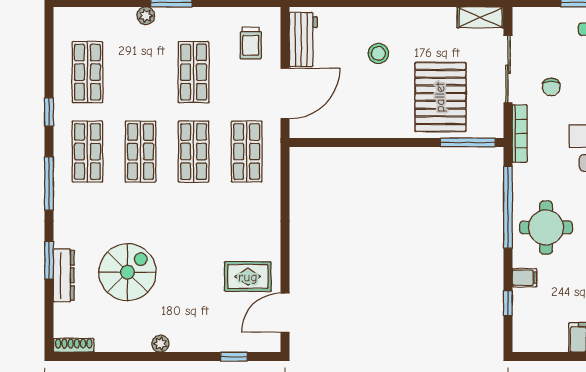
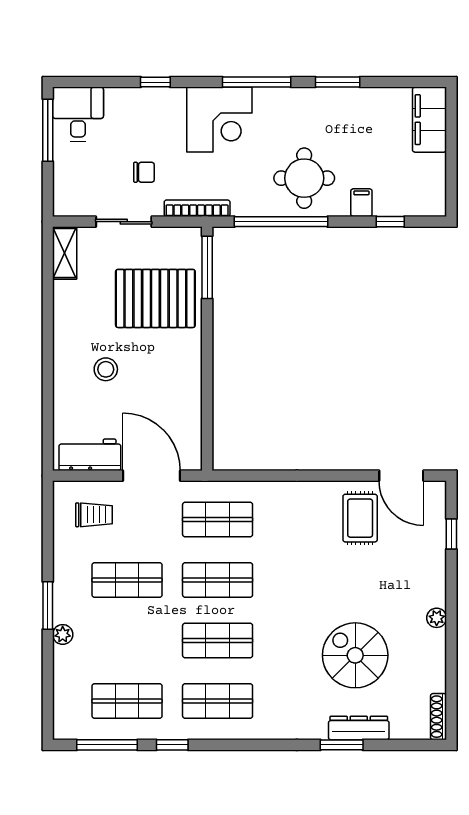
sliding door: (508, 69) -> (124, 222), width x0.73
window: (49, 183) -> (107, 745), moved

